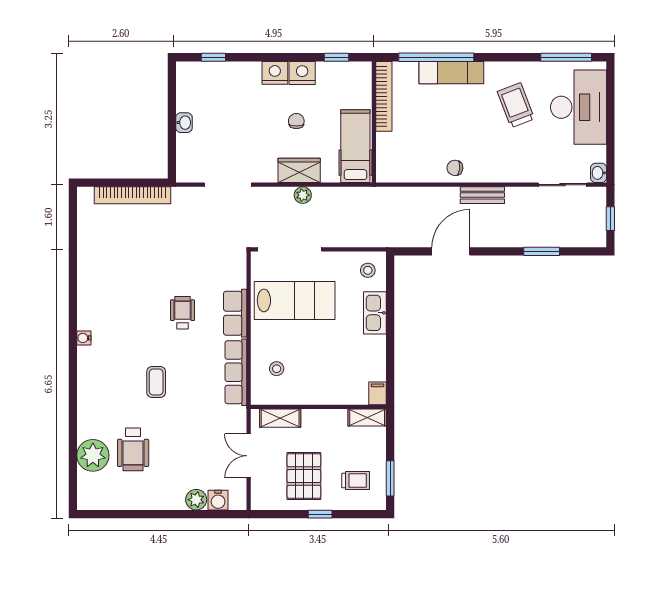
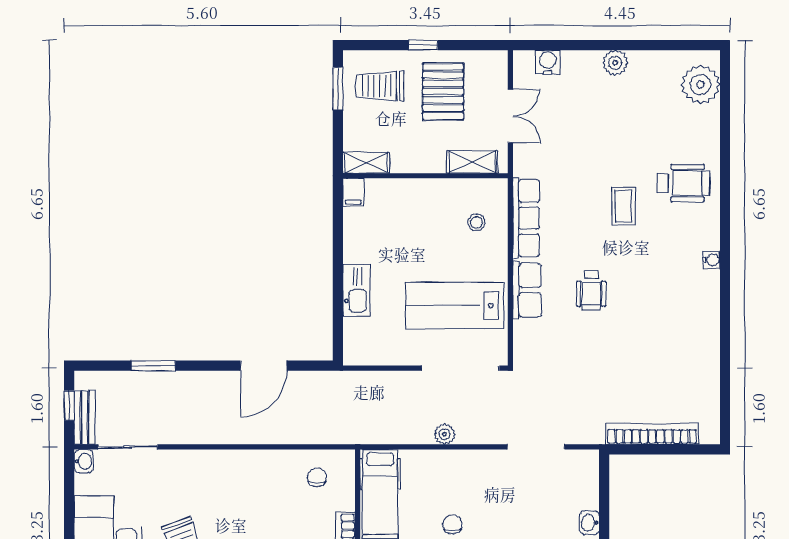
chair: (296, 121) -> (452, 525), turned 180
chair: (455, 168) -> (317, 477), moved, turned -95
wardrobe: (299, 170) -> (449, 464), removed
bench: (482, 195) -> (84, 418), moved, turned 90
stool: (368, 270) -> (365, 342), removed
wheelchair: (133, 449) -> (683, 183), moved, turned 90
plant: (93, 455) -> (700, 85), moved
trolley: (356, 480) -> (380, 86), width x1.36, depth x1.39
plant: (196, 500) -> (615, 63), moved

